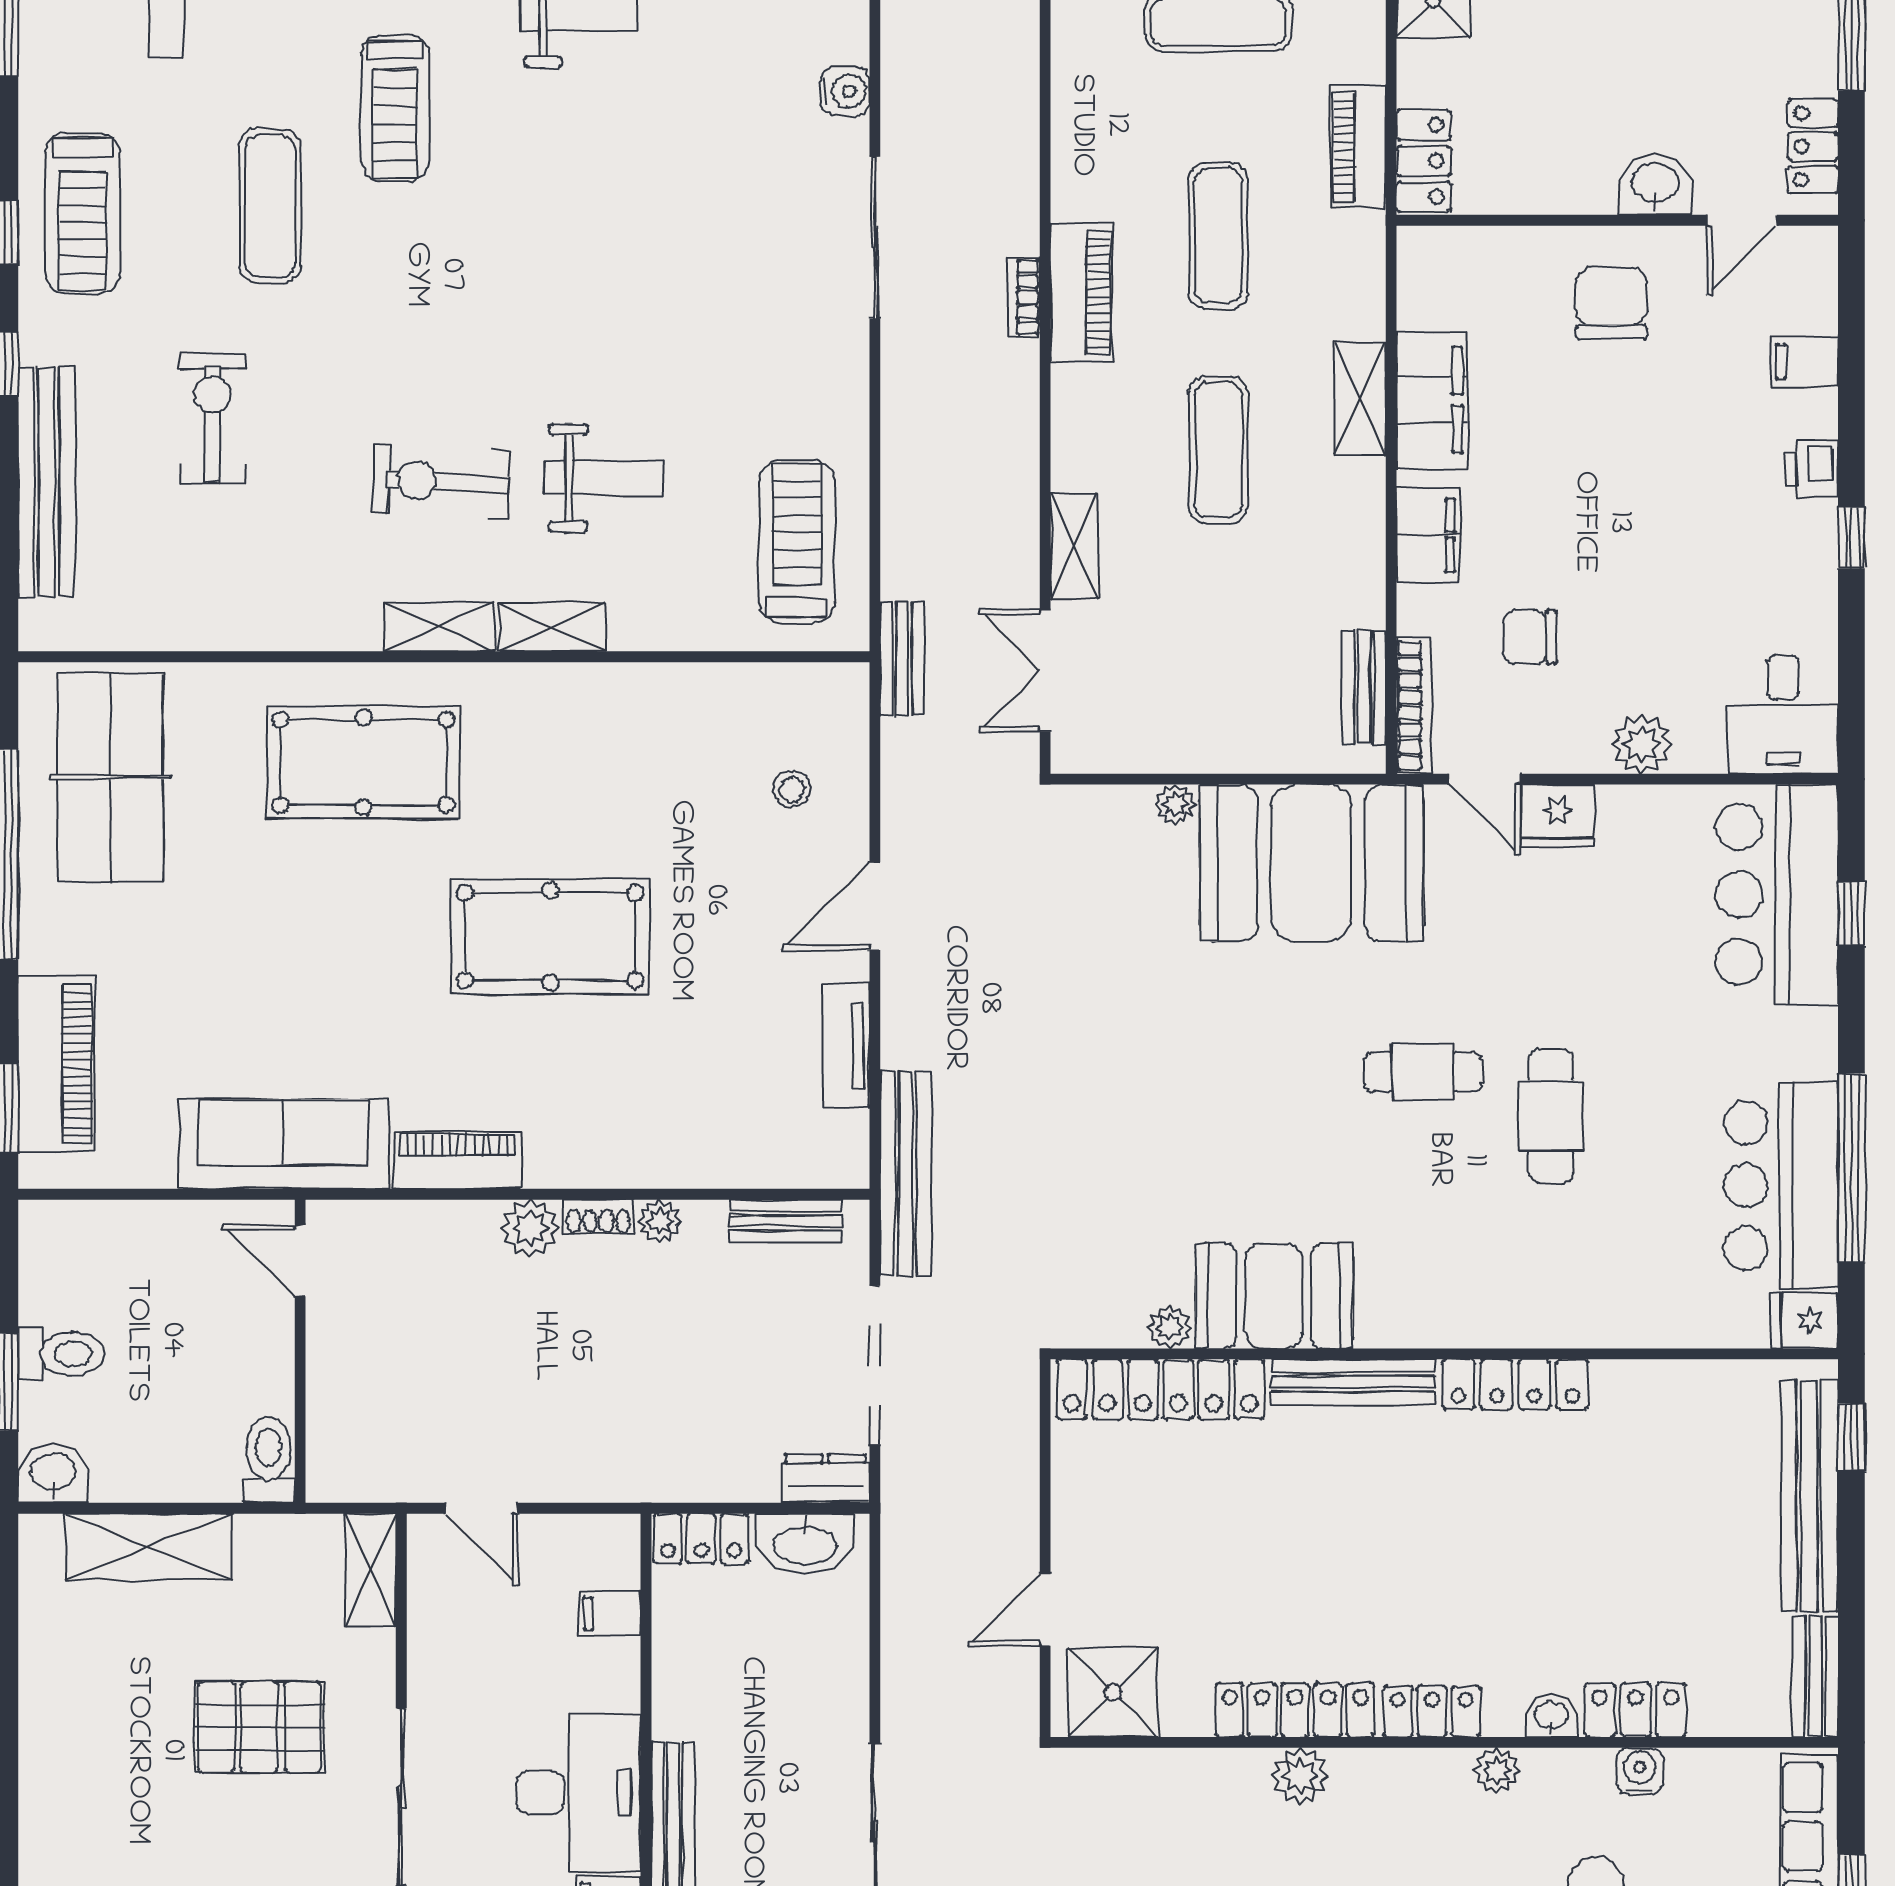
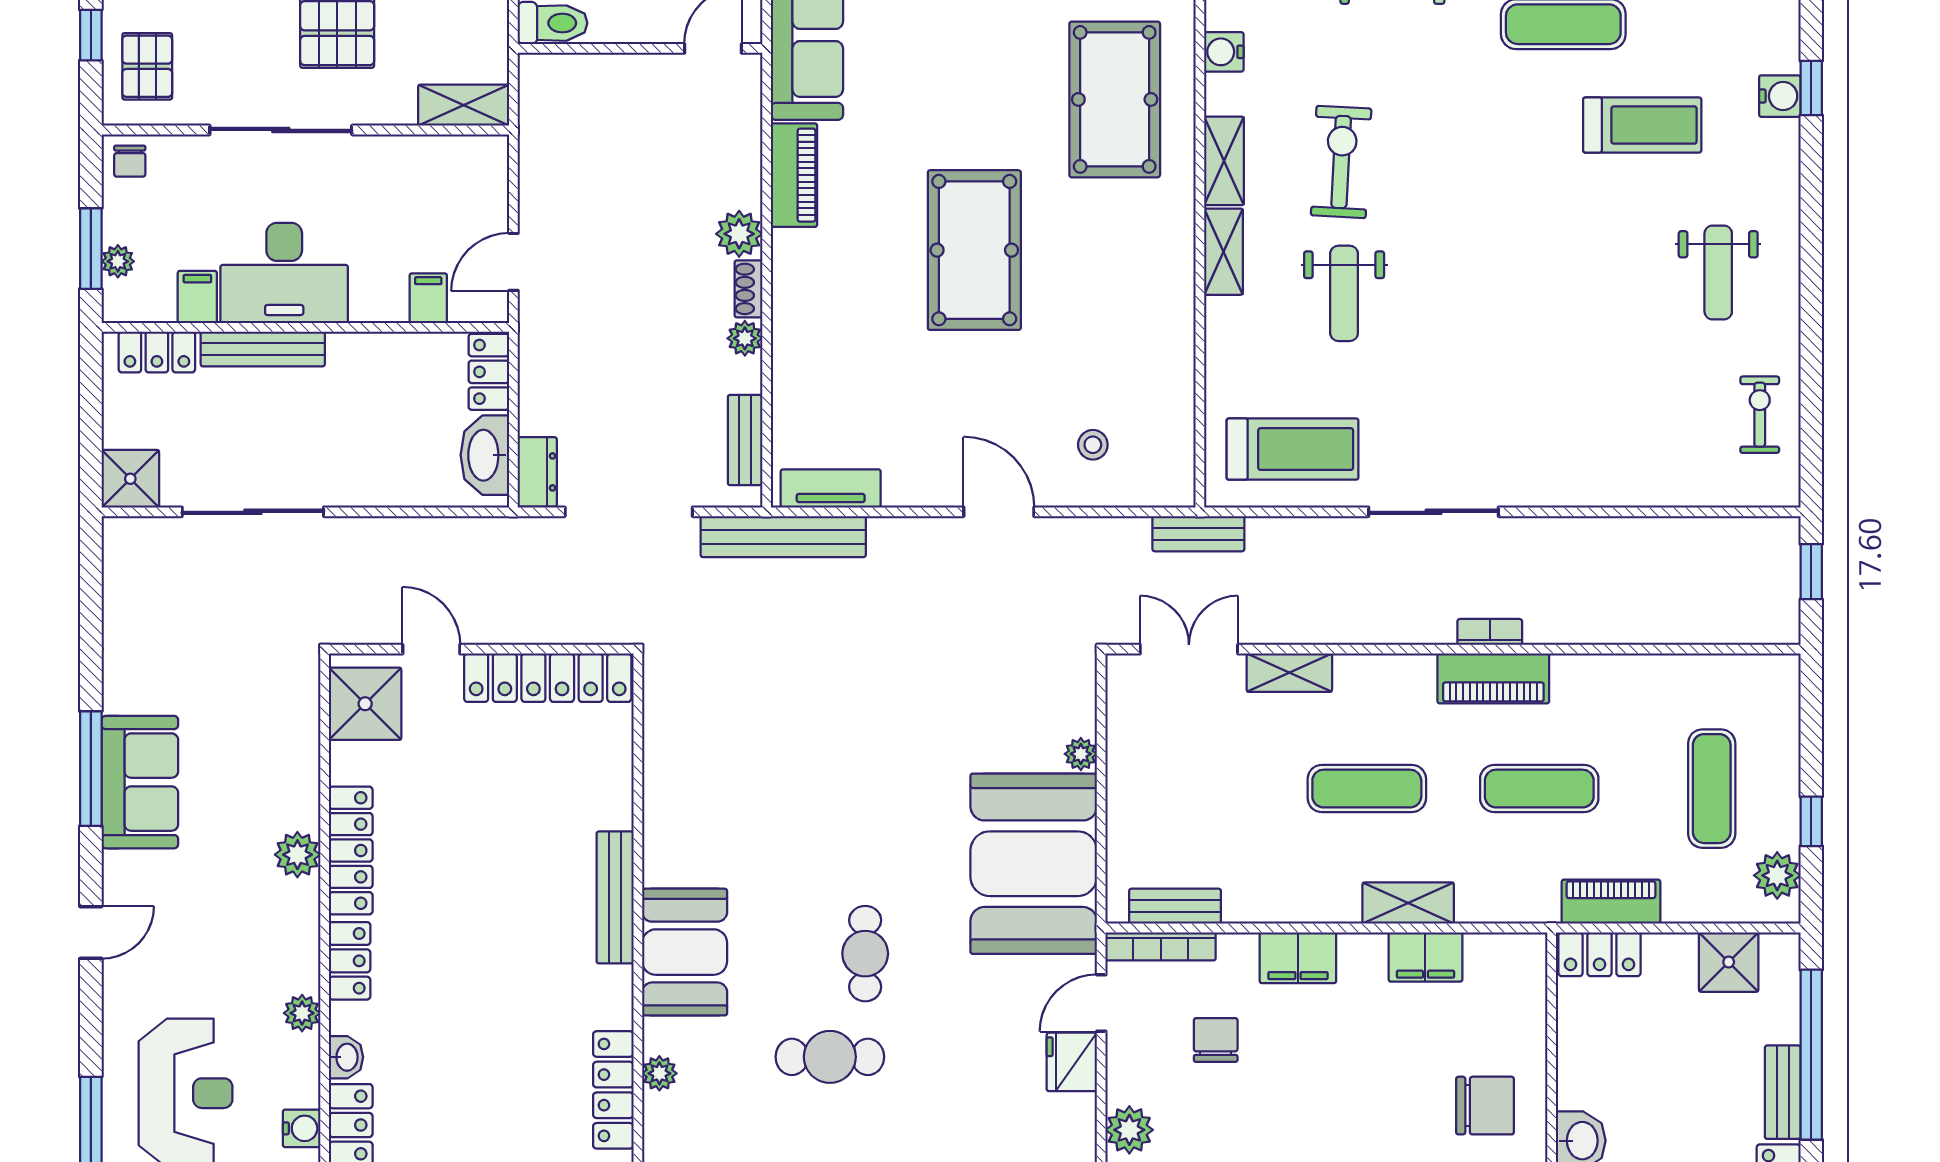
water cooler: (845, 91) -> (1224, 52), moved, turned 90
treadmill: (395, 108) -> (1642, 125), turned 180
sliding door: (875, 238) -> (1434, 512), moved
filing cabinet: (1432, 400) -> (1425, 957), width x0.67, depth x0.86
tv unit: (846, 1046) -> (831, 488), moved
booth: (1274, 1296) -> (685, 952), moved
plant: (1170, 1327) -> (659, 1073), moved
locker: (1515, 1384) -> (613, 1090), moved
locker: (1161, 1389) -> (548, 678), moved, turned -90
door: (482, 1508) -> (513, 262), moved

